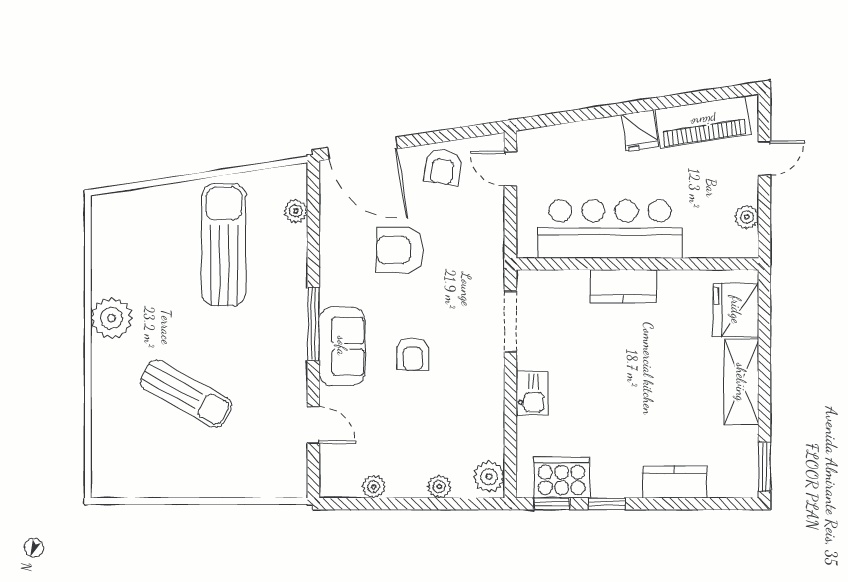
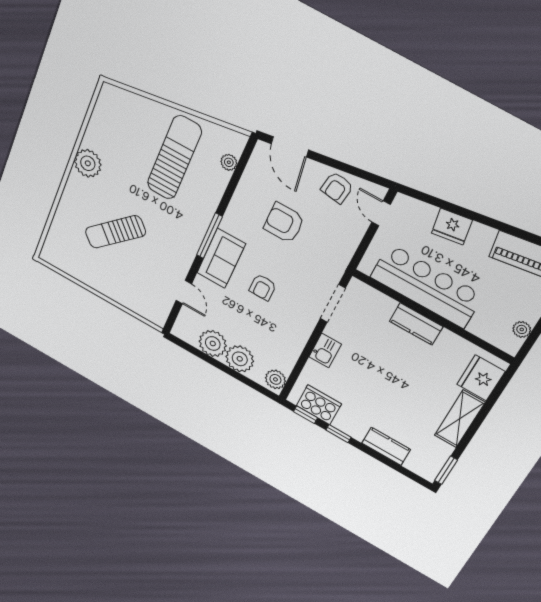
fridge: (640, 131) -> (452, 227), moved, width x1.38
door: (362, 148) -> (290, 147), width x0.73
sun lounger: (186, 394) -> (115, 232), turned 107
plant: (374, 487) -> (213, 343), width x1.88, depth x1.88
plant: (439, 487) -> (240, 359), width x1.88, depth x1.88

